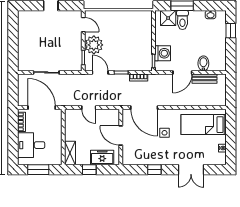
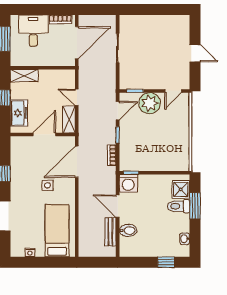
washing machine: (163, 53) -> (128, 183), moved
door: (89, 108) -> (77, 97), hinge flipped
shelving: (108, 114) -> (69, 119), added

